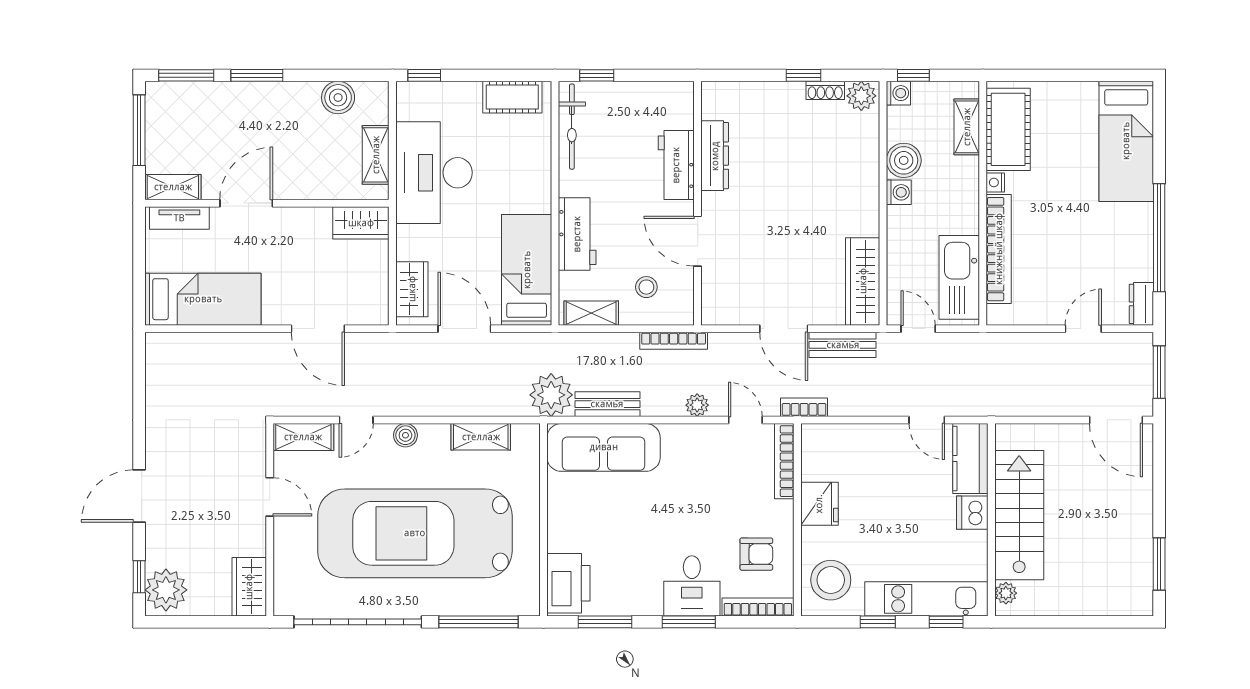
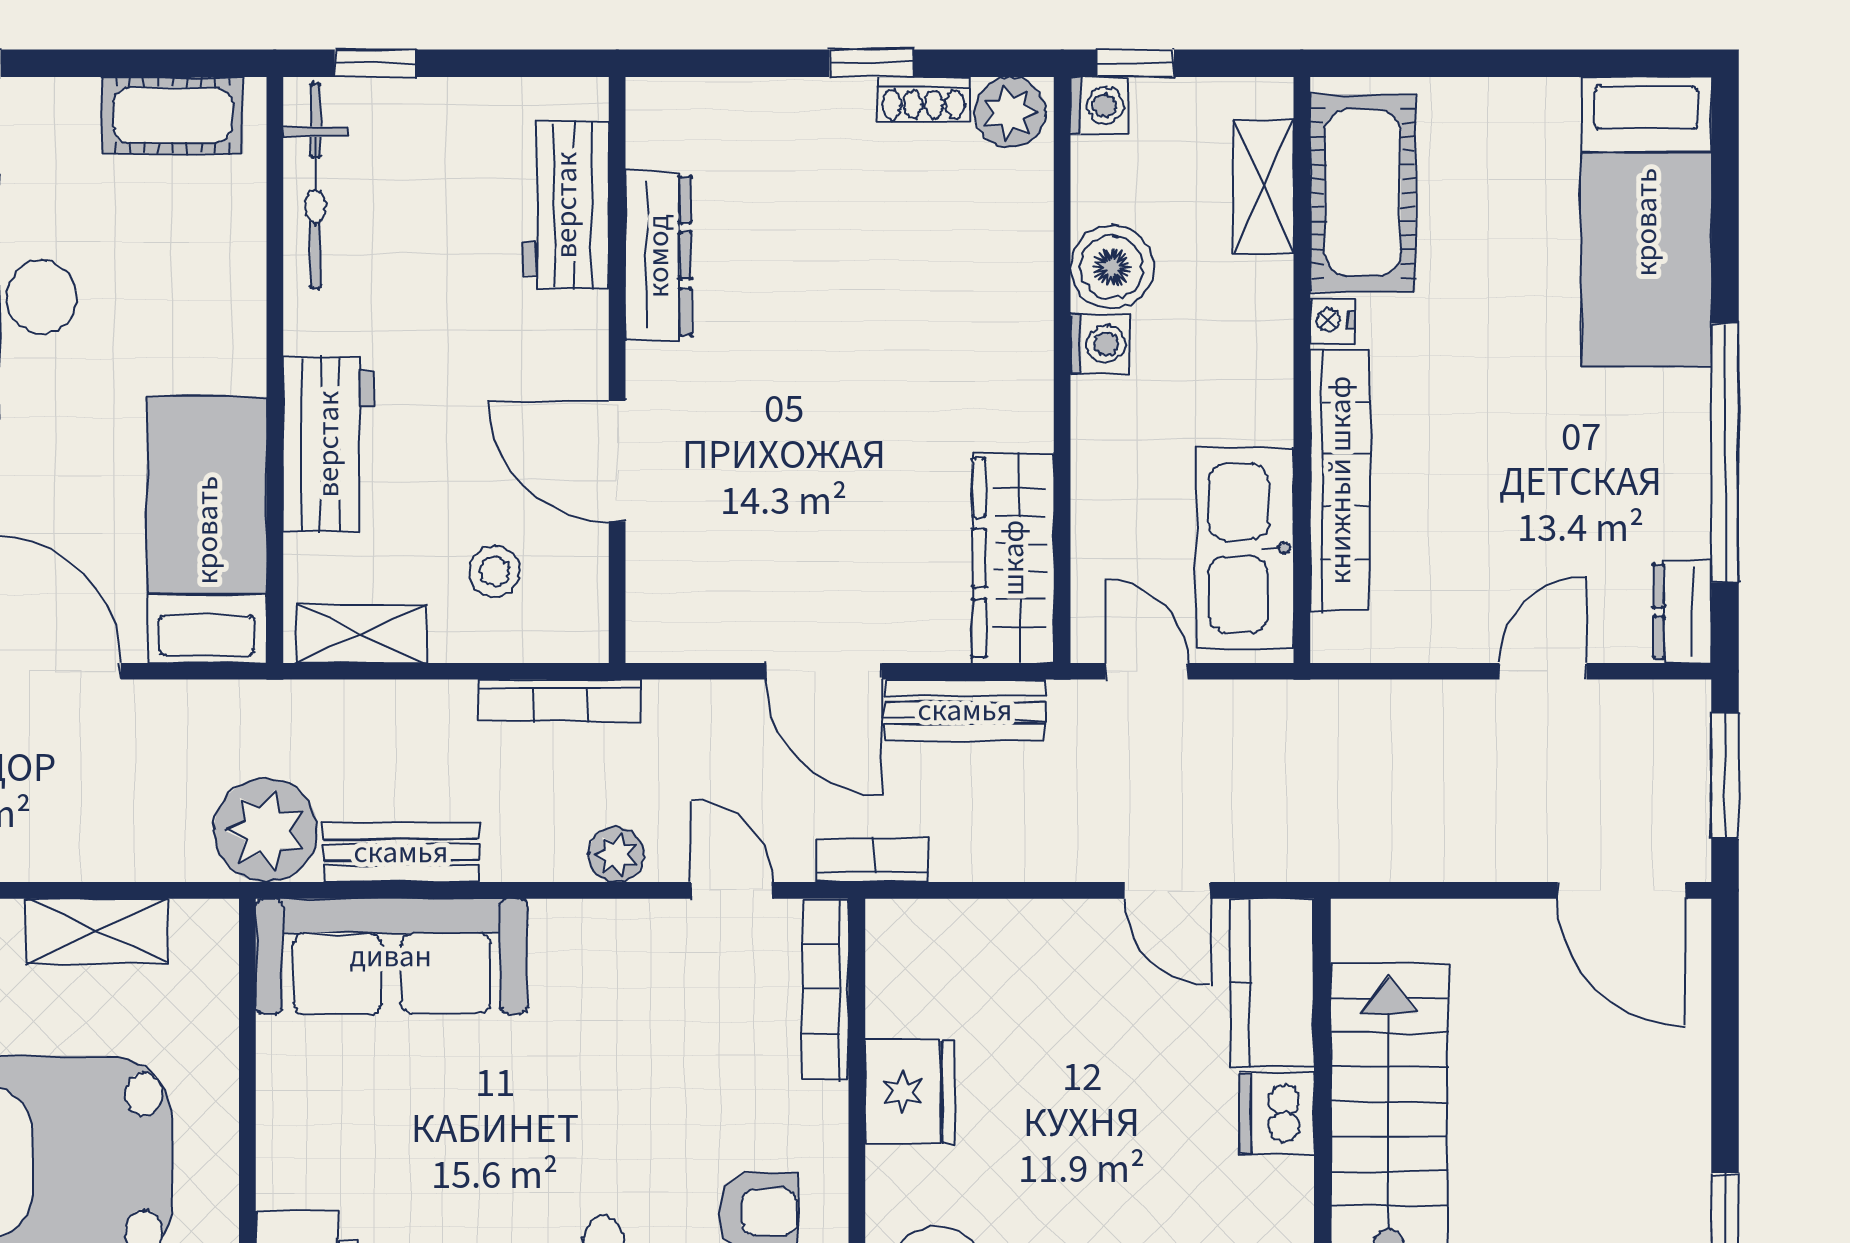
workbench: (676, 165) -> (566, 205), moved

